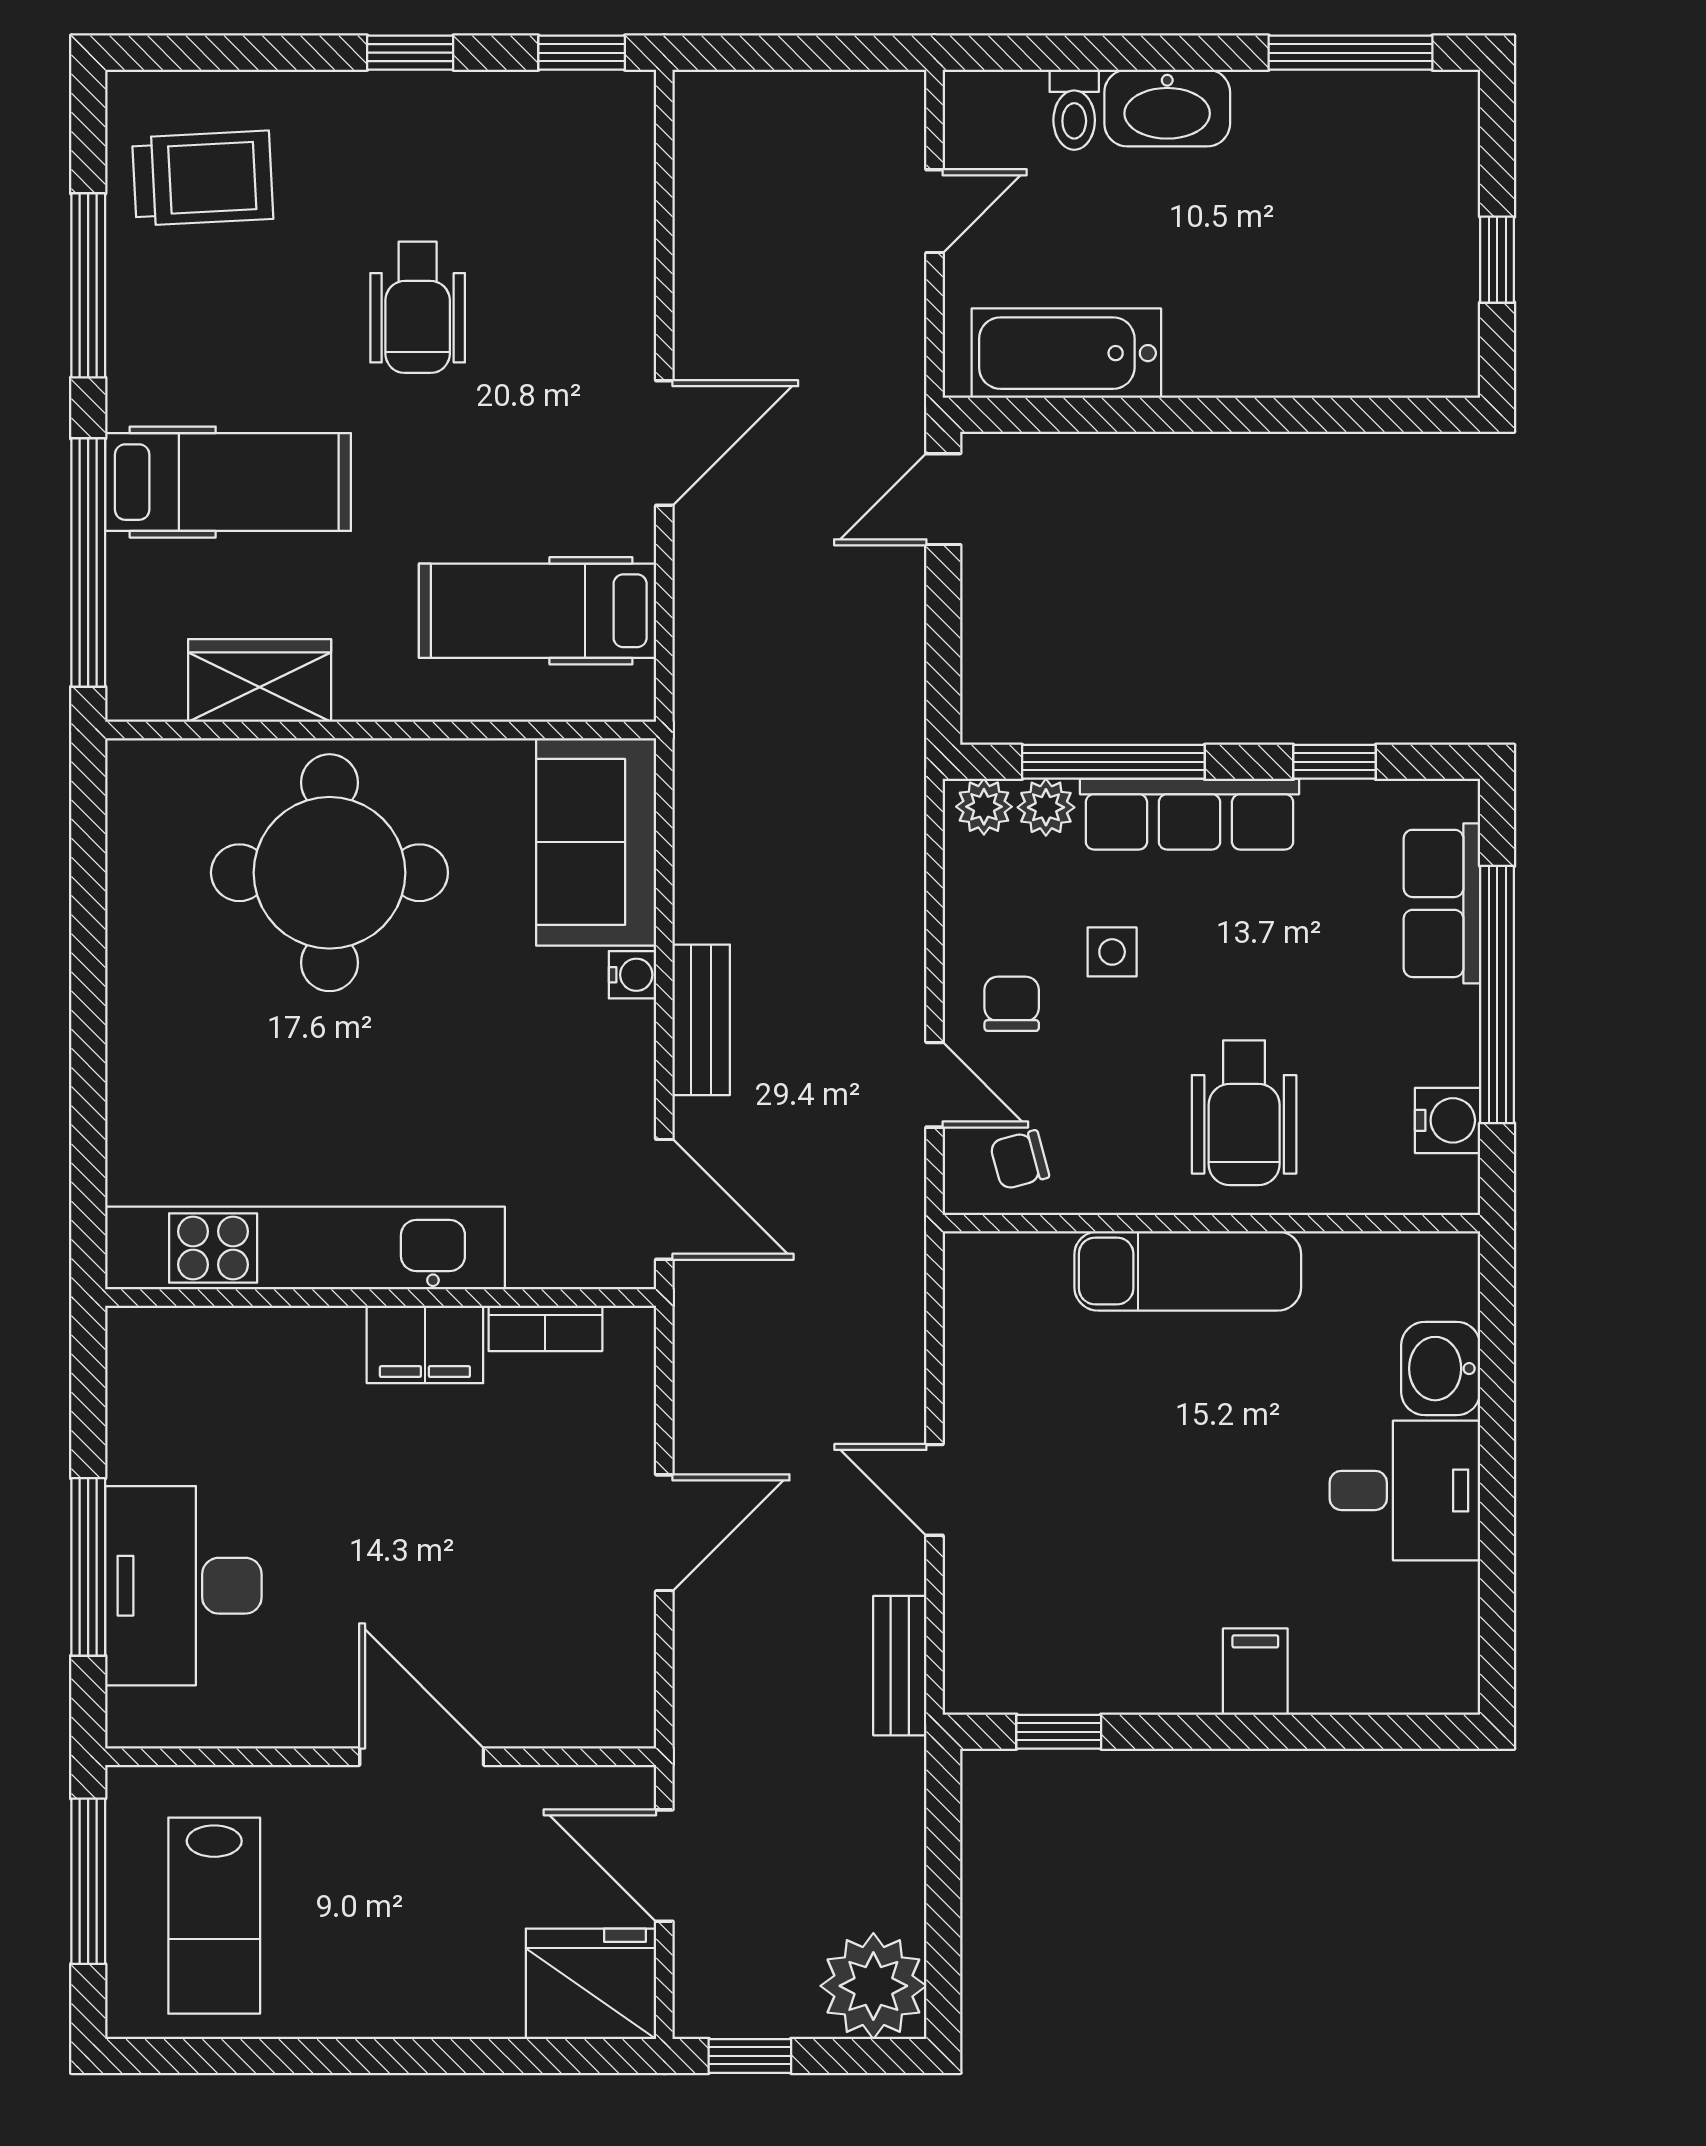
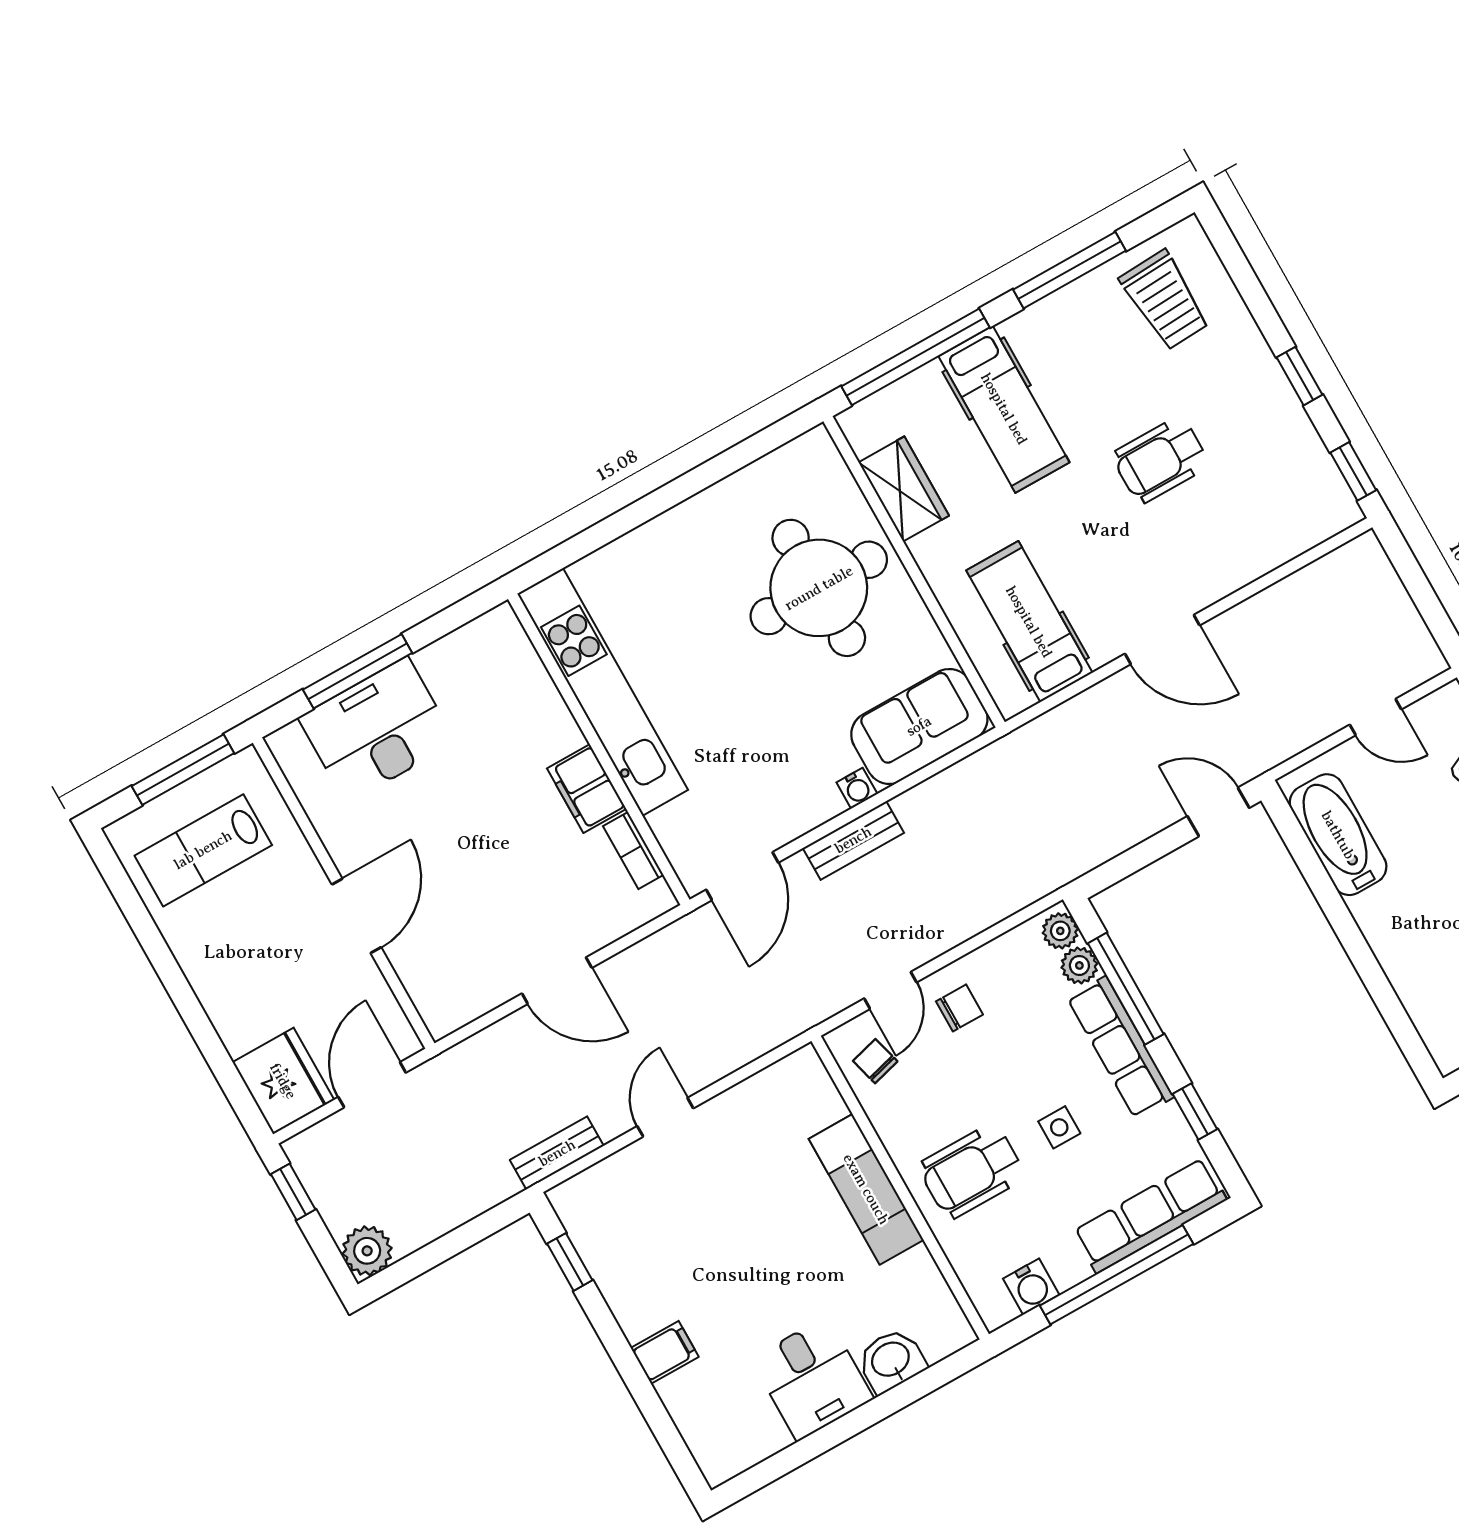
row of seats: (1442, 903) -> (1150, 1216), width x1.48
side table: (1112, 952) -> (1059, 1127), moved
plant: (873, 1986) -> (367, 1251), width x0.73, depth x0.73

